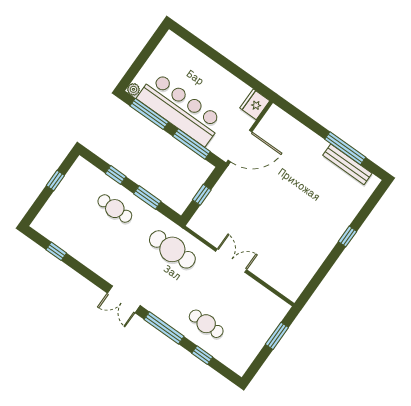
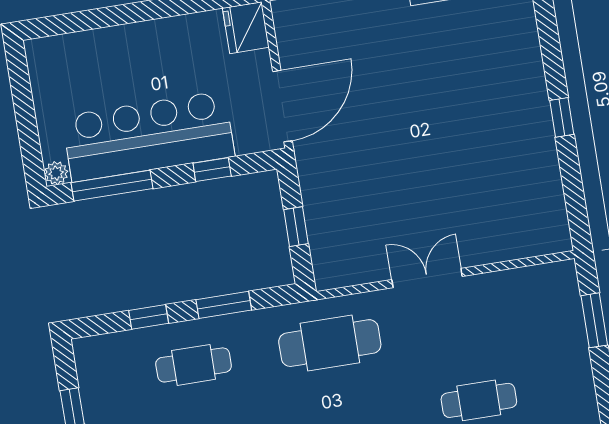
window: (192, 144) -> (212, 170), width x0.46
window: (348, 236) -> (562, 117), moved

